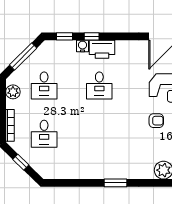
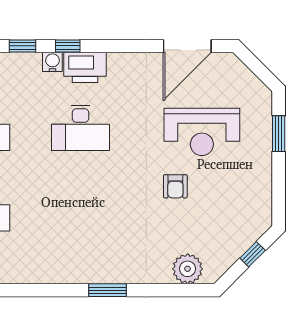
desk: (99, 85) -> (81, 128), width x1.37
armchair: (156, 121) -> (175, 186), turned 90

